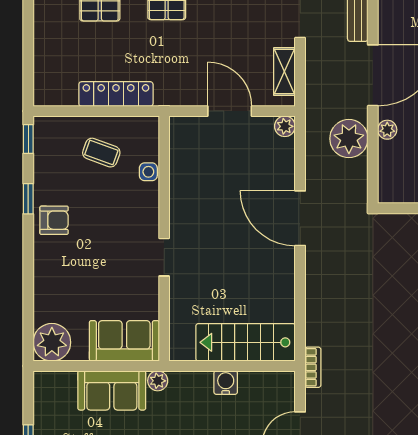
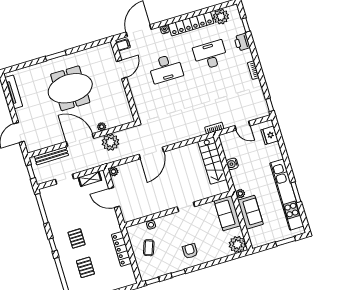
door: (230, 111) -> (114, 197), hinge flipped
armchair: (54, 220) -> (190, 251), moved

